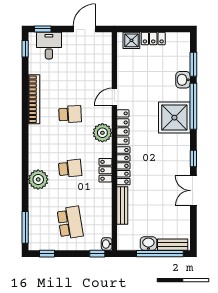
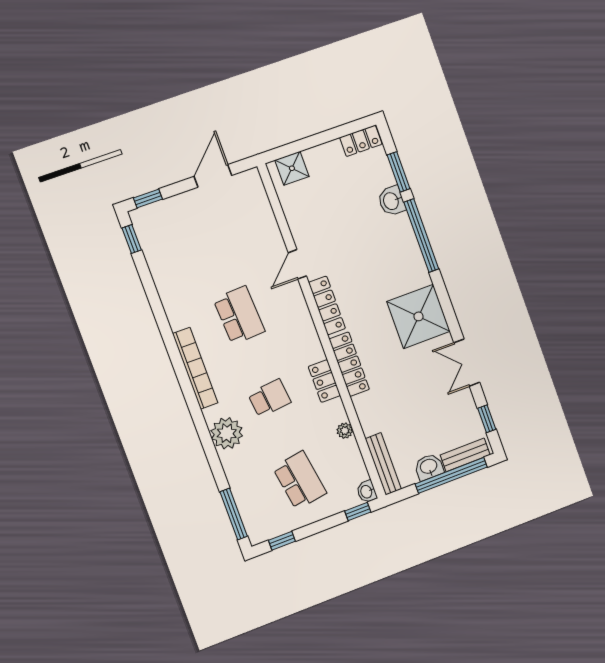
locker: (153, 39) -> (361, 141), moved
desk: (49, 46) -> (167, 221), removed
bookcase: (34, 99) -> (195, 368), moved
school desk: (70, 114) -> (239, 315), width x1.85
shower: (174, 118) -> (419, 316), moved
plant: (102, 133) -> (345, 431), moved, width x0.53, depth x0.53
window: (193, 159) -> (487, 419), moved
bench: (122, 205) -> (383, 464), moved

